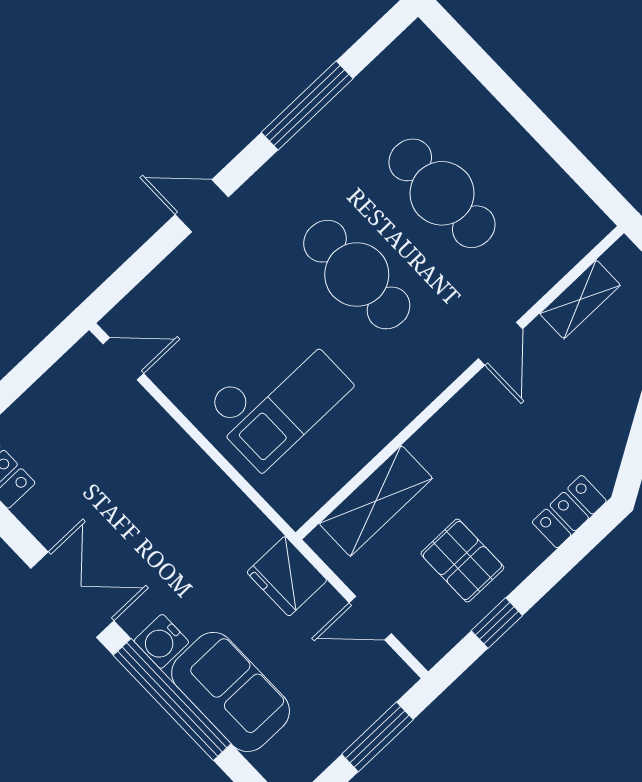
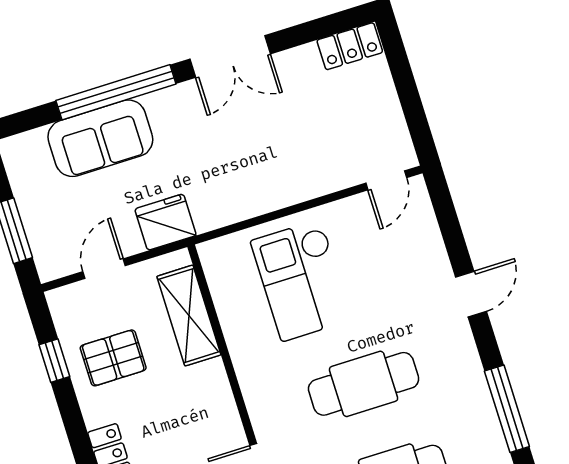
water cooler: (161, 641) -> (163, 105), removed

